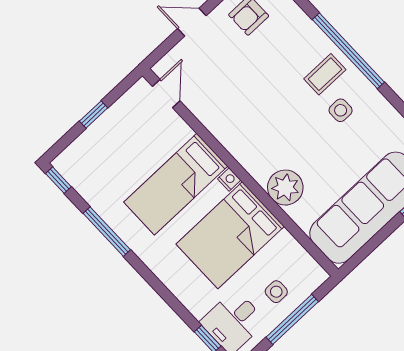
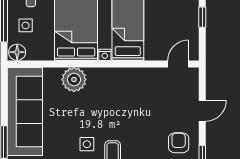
door: (166, 94) -> (178, 64), swing flipped
floor lamp: (313, 274) -> (17, 52), added

